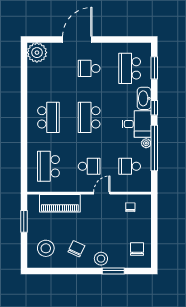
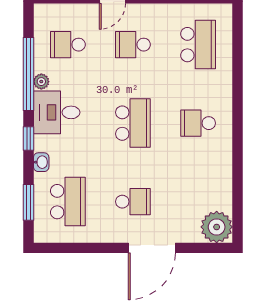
washbasin: (144, 98) -> (41, 162), width x0.52, depth x0.69
school desk: (48, 117) -> (198, 123), width x0.54
school desk: (130, 166) -> (68, 45), turned 180

